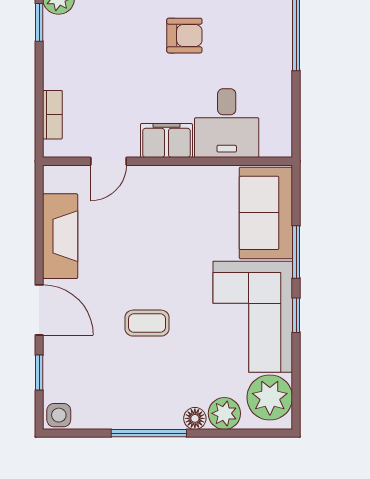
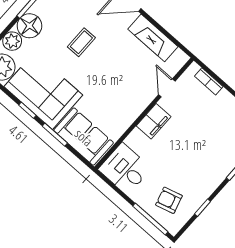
armchair: (184, 36) -> (169, 200), moved, turned 74
desk: (227, 123) -> (125, 169), moved
floor lamp: (195, 418) -> (29, 26), width x1.89, depth x1.89

